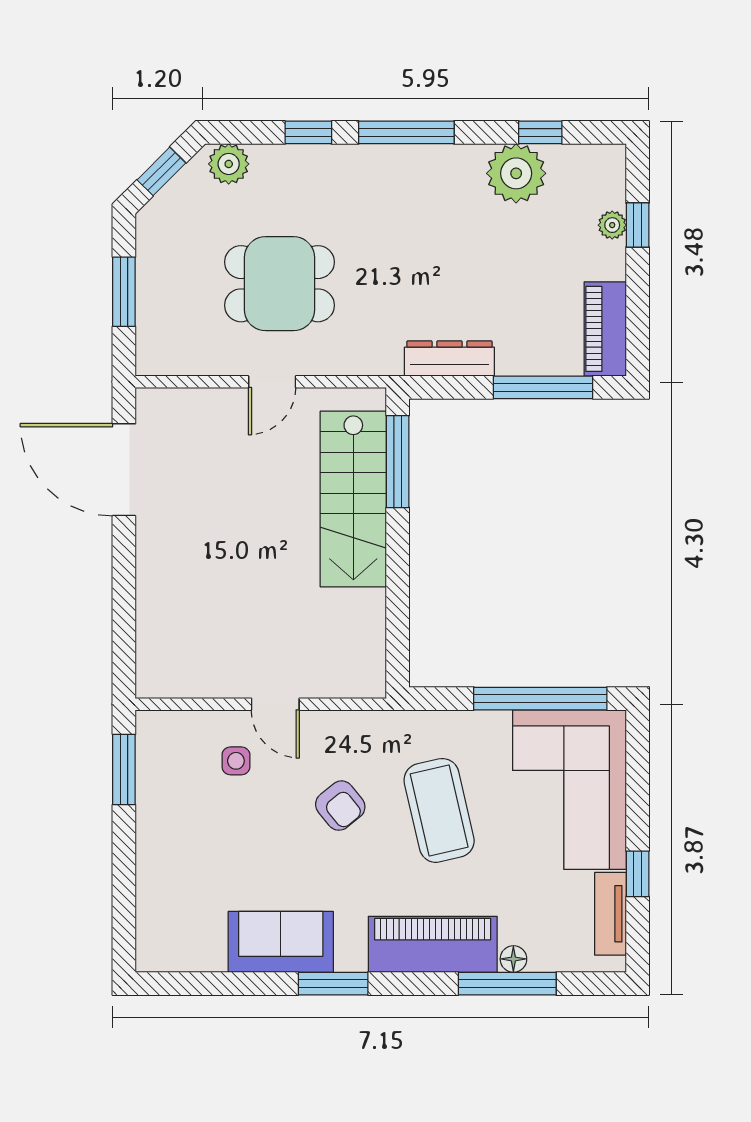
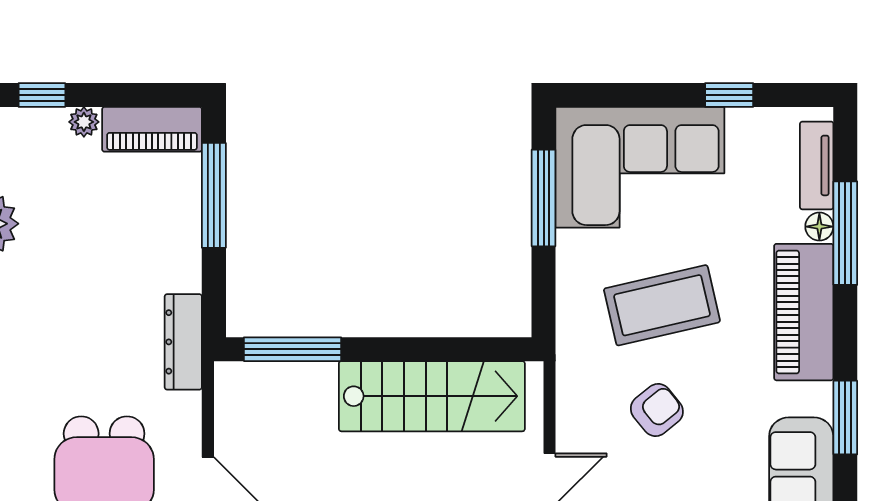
plant: (612, 225) -> (84, 122), moved
dresser: (449, 359) -> (183, 342), moved
stairs: (353, 499) -> (432, 396), moved
window: (540, 699) -> (544, 198), width x0.68
tv unit: (611, 914) -> (817, 165), moved, turned 90

